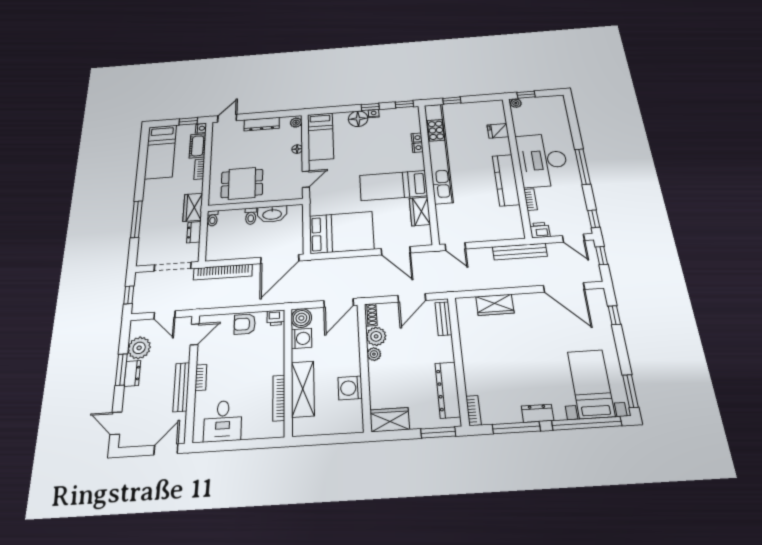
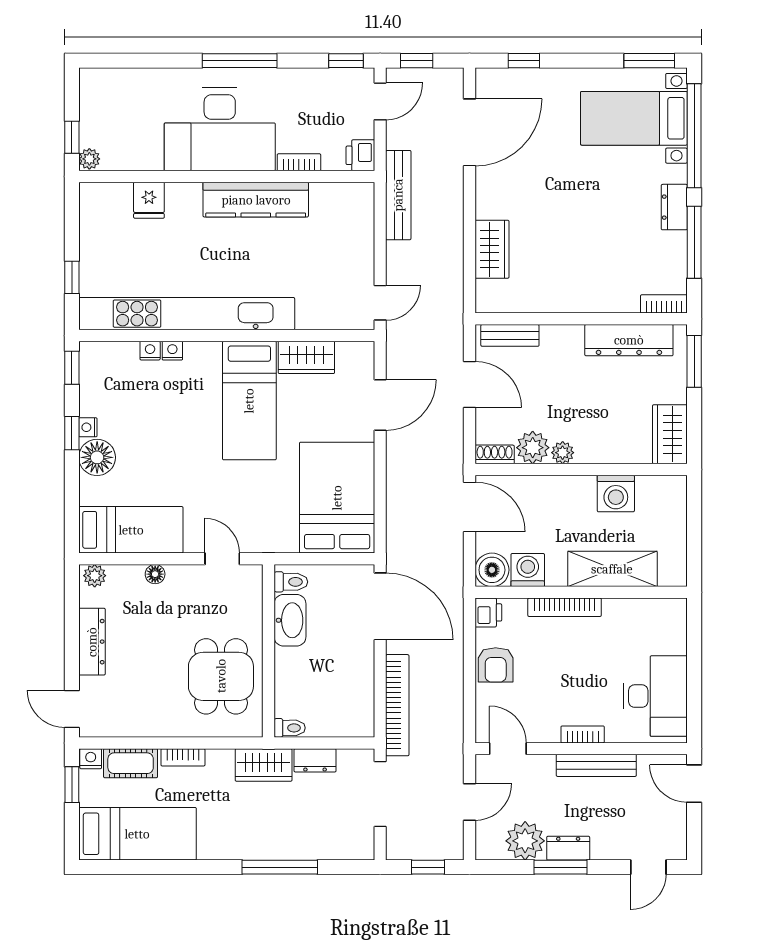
toilet: (251, 216) -> (291, 582), moved
bookcase: (279, 398) -> (565, 607), moved
desk: (223, 421) -> (655, 696), width x1.37

